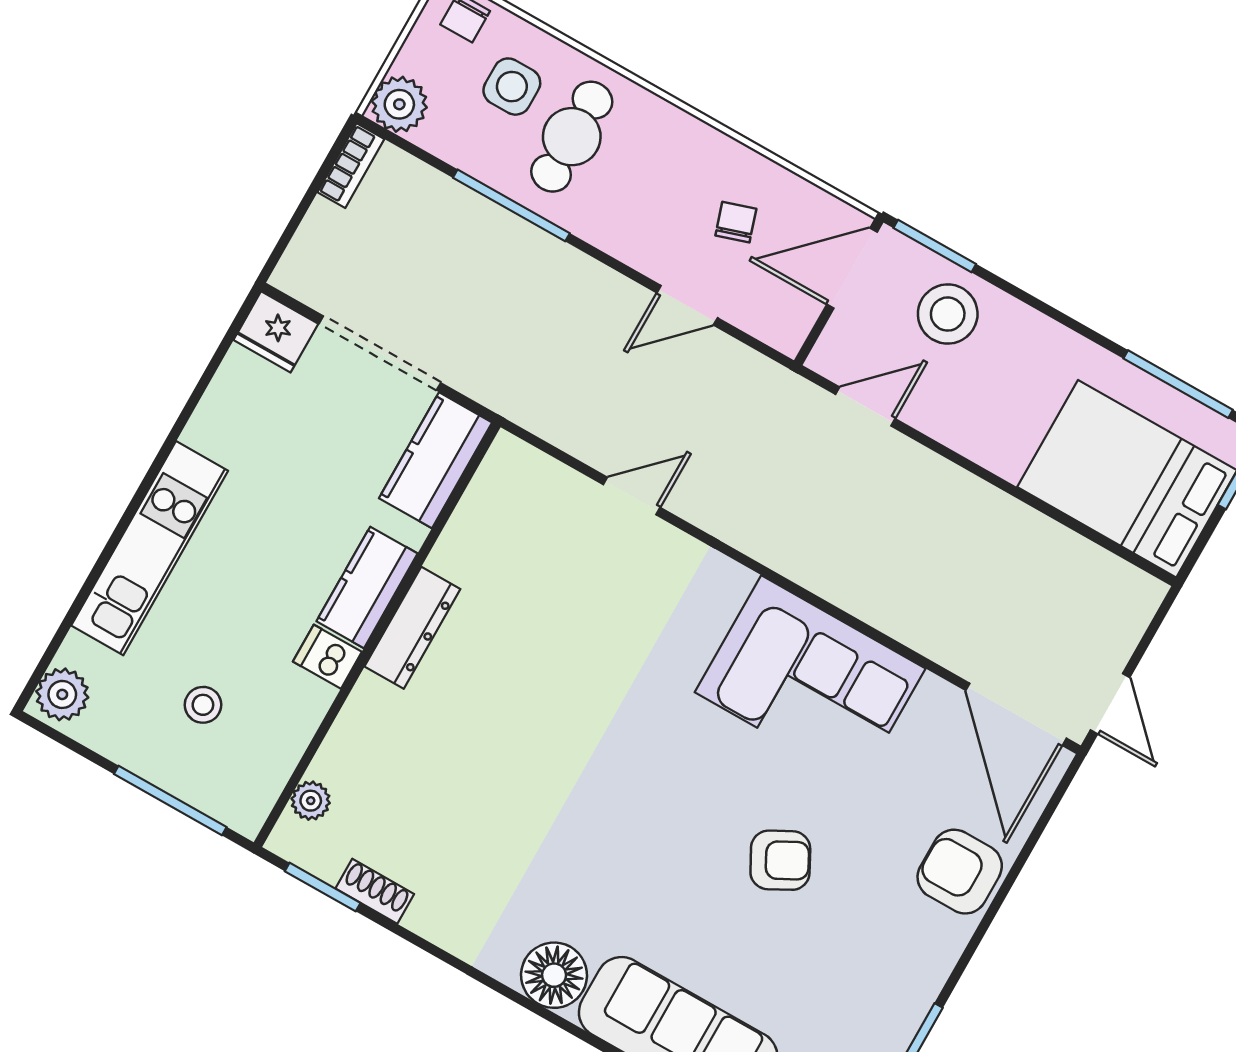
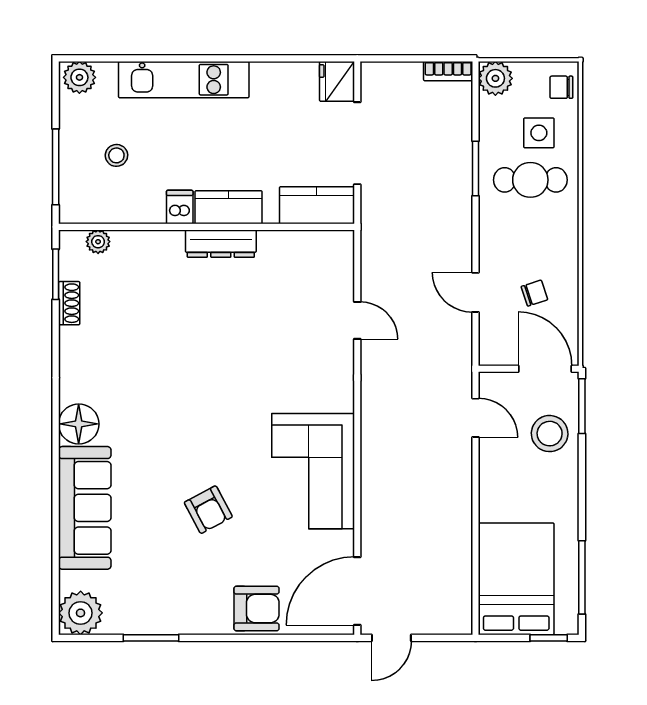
window: (511, 205) -> (475, 169), width x0.69
armchair: (960, 872) -> (256, 609), turned 90

